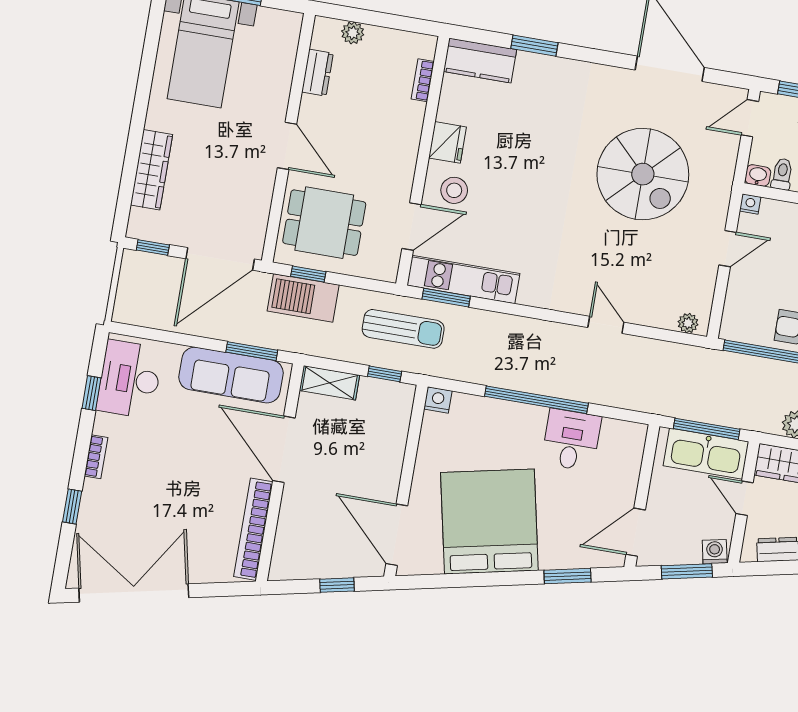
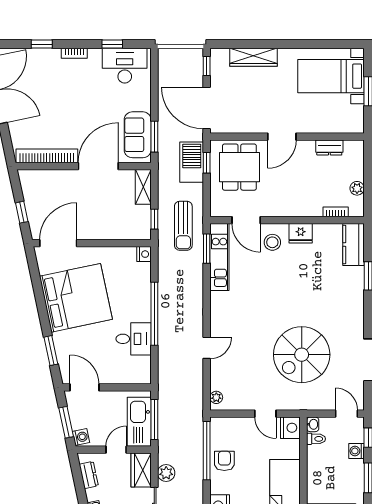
plant: (353, 33) -> (357, 188), moved
nightstand: (750, 204) -> (290, 428), width x1.89, depth x1.79
sofa: (231, 375) -> (138, 135), width x0.73

